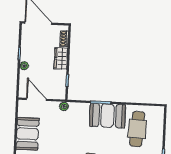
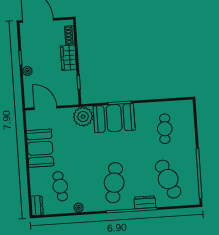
plant: (64, 106) -> (83, 117), width x1.88, depth x1.88
booth: (107, 116) -> (114, 118), moved
cafe table: (137, 129) -> (165, 129), width x0.73, depth x0.74

